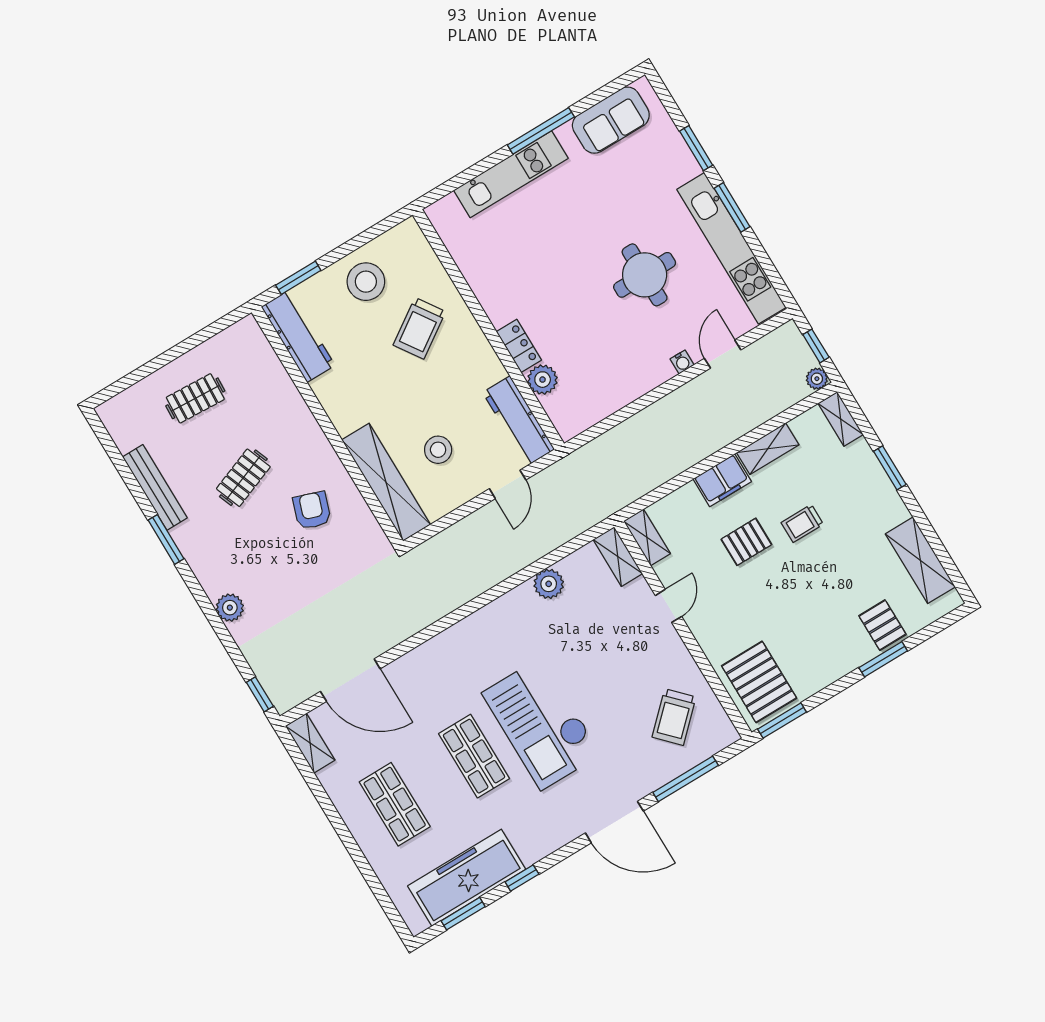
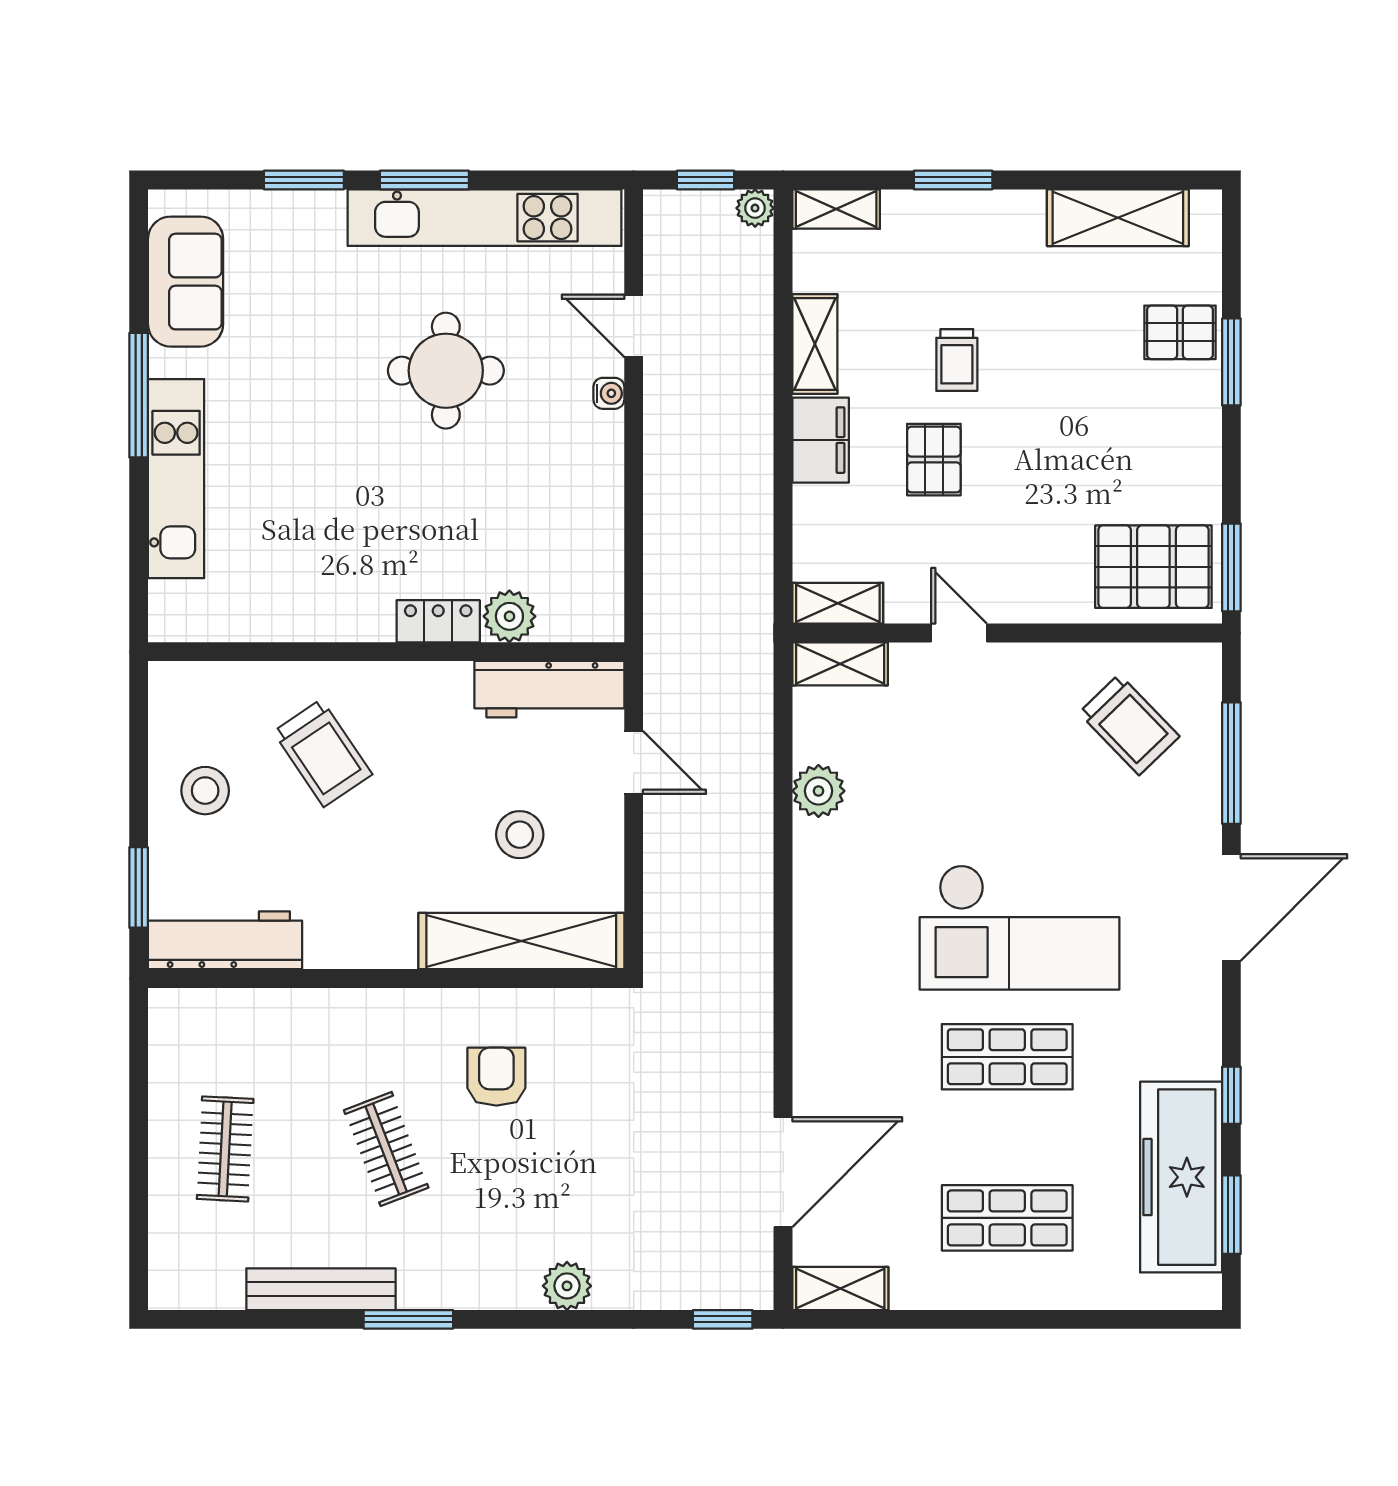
stool: (366, 282) -> (205, 791), width x0.73, depth x0.73
armchair: (312, 510) -> (496, 1077), turned 71

